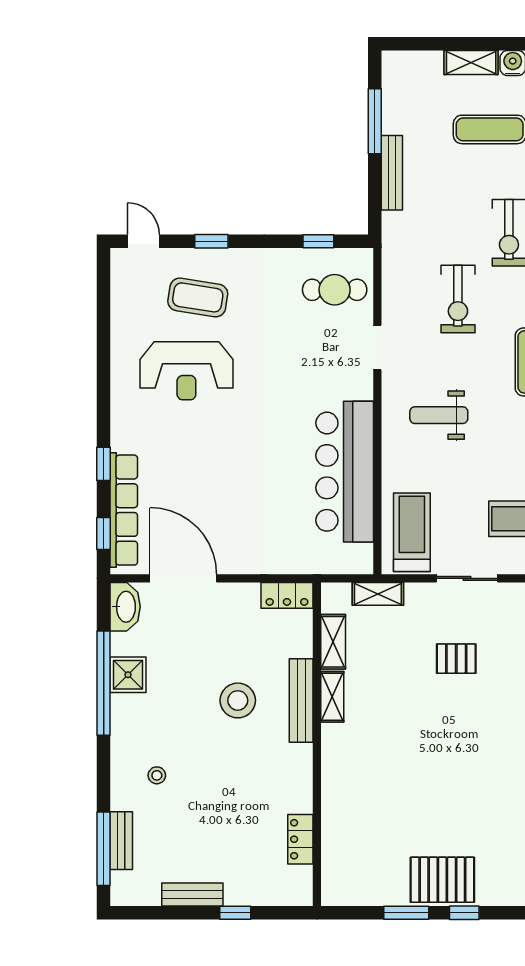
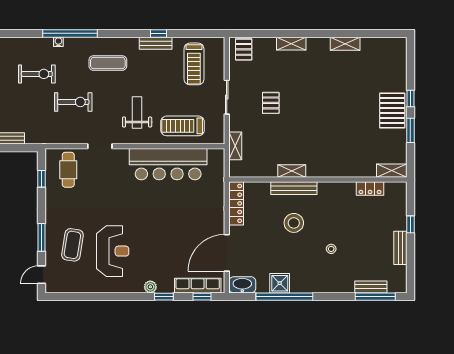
window: (211, 241) -> (42, 237), width x1.50
weight bench: (439, 415) -> (137, 112), turned 180
plant: (121, 439) -> (150, 287), added
row of seats: (124, 510) -> (198, 286), width x0.73
treadmill: (412, 532) -> (183, 126), moved
locker: (287, 595) -> (236, 203), width x1.53
shelving: (333, 642) -> (392, 171), moved
stool: (157, 775) -> (331, 249), moved

